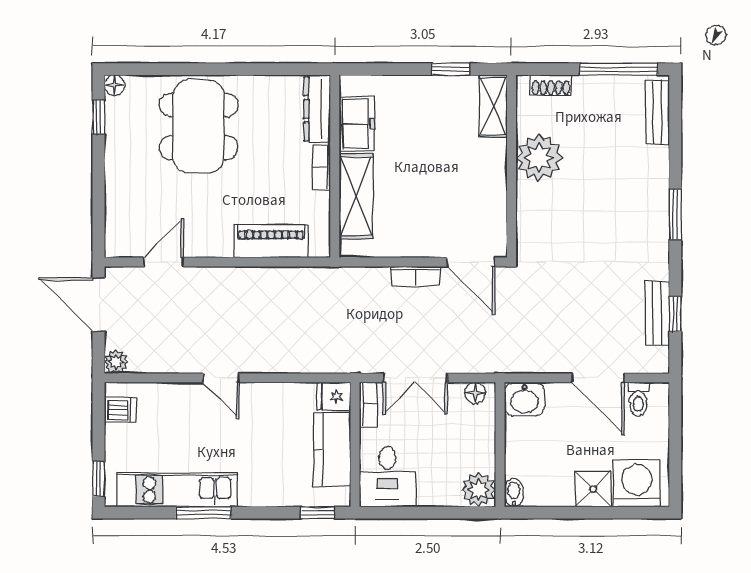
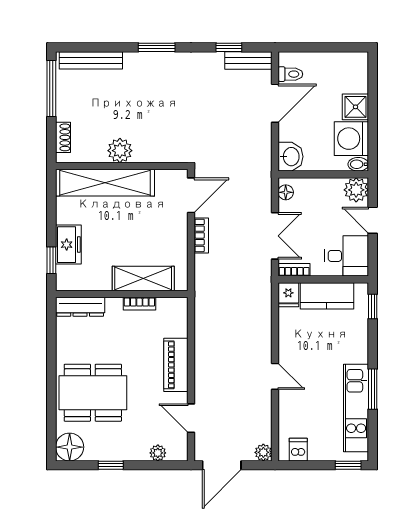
window: (451, 69) -> (51, 260), moved
floor lamp: (115, 85) -> (70, 447), width x1.89, depth x1.89
shelving: (493, 106) -> (105, 183), width x2.20, depth x1.33
bench: (657, 112) -> (91, 60), width x1.36
window: (98, 117) -> (111, 465), moved
freezer: (357, 124) -> (68, 245), moved, turned 90
plant: (539, 158) -> (120, 151), width x0.73, depth x0.73
bookcase: (321, 167) -> (139, 304), moved
plant: (116, 216) -> (158, 453), added
piano: (271, 241) -> (176, 365), moved
bench: (657, 313) -> (248, 60), moved
door: (221, 378) -> (275, 376), hinge flipped
washing machine: (637, 483) -> (351, 139), moved
door: (437, 513) -> (373, 220), added

